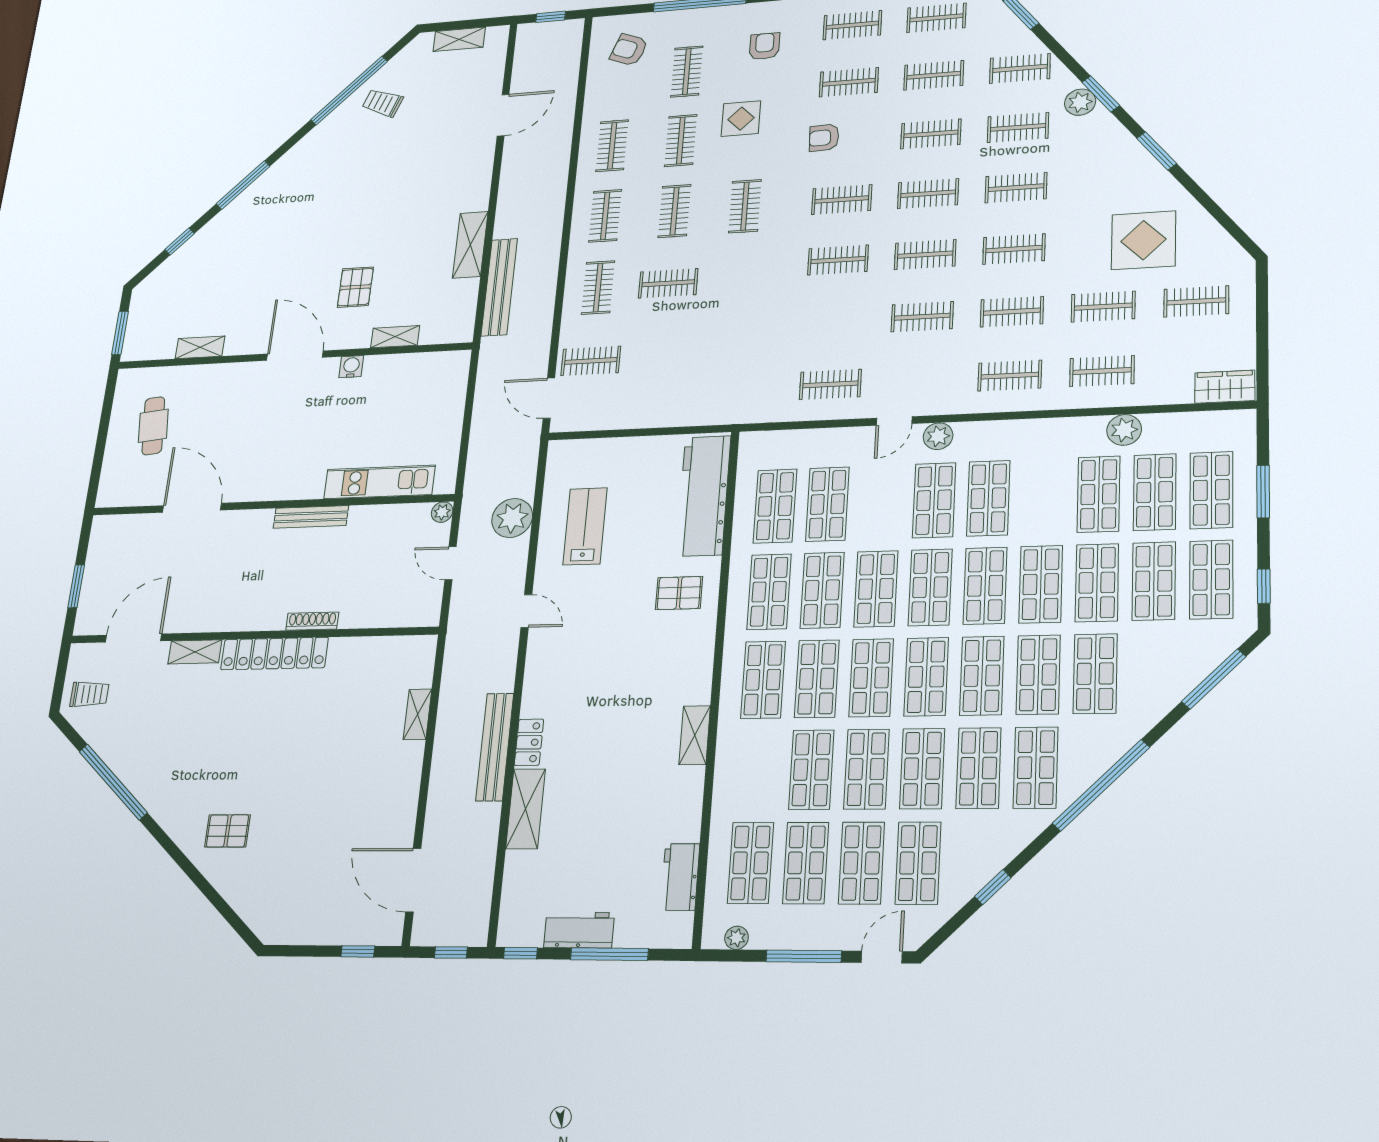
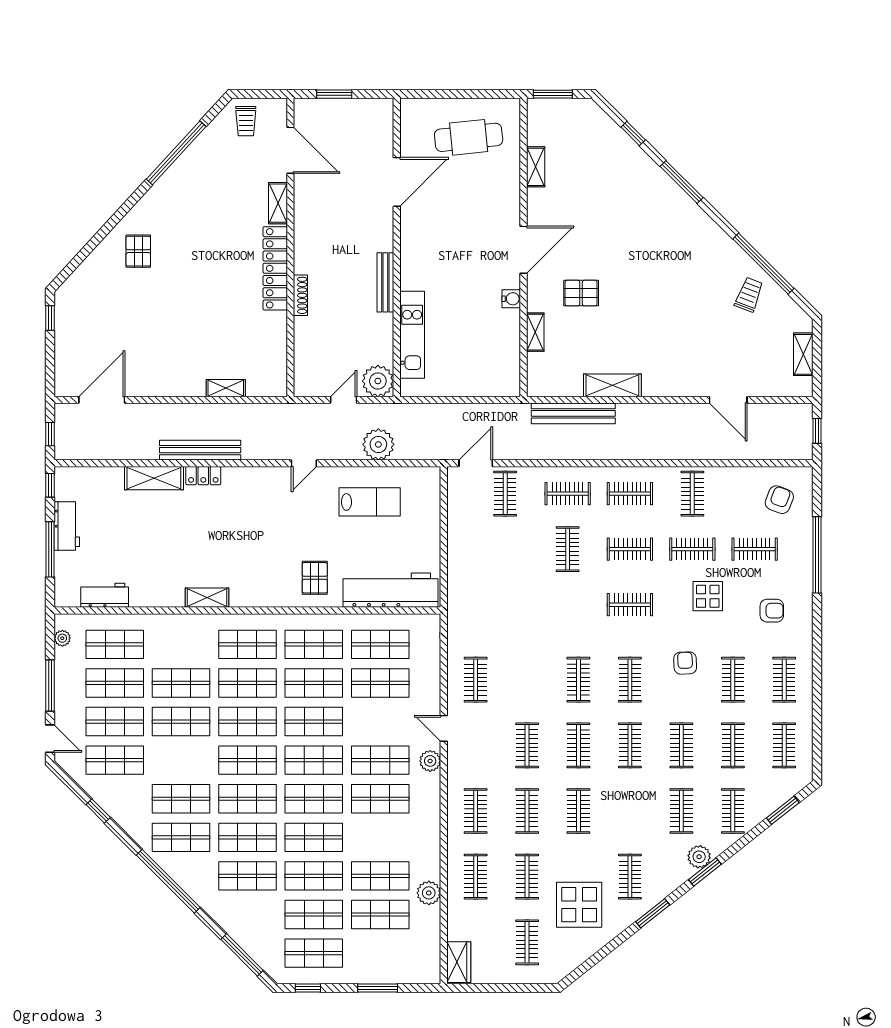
clothes rail: (612, 146) -> (692, 494), turned 90
clothes rail: (1016, 188) -> (630, 877), moved
cafe table: (153, 426) -> (469, 137), width x1.37, depth x1.35
shop shelf: (1211, 490) -> (380, 953), removed
plant: (442, 512) -> (378, 381), width x1.87, depth x1.87
shop shelf: (922, 769) -> (181, 760), removed
window: (358, 951) -> (50, 318), moved

